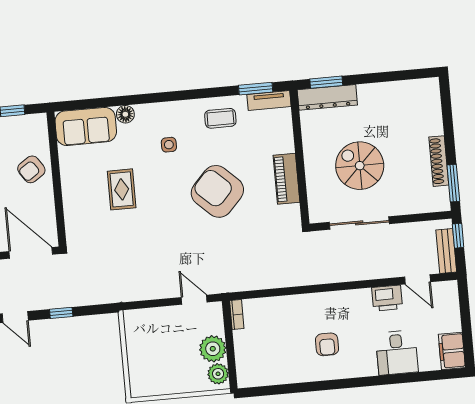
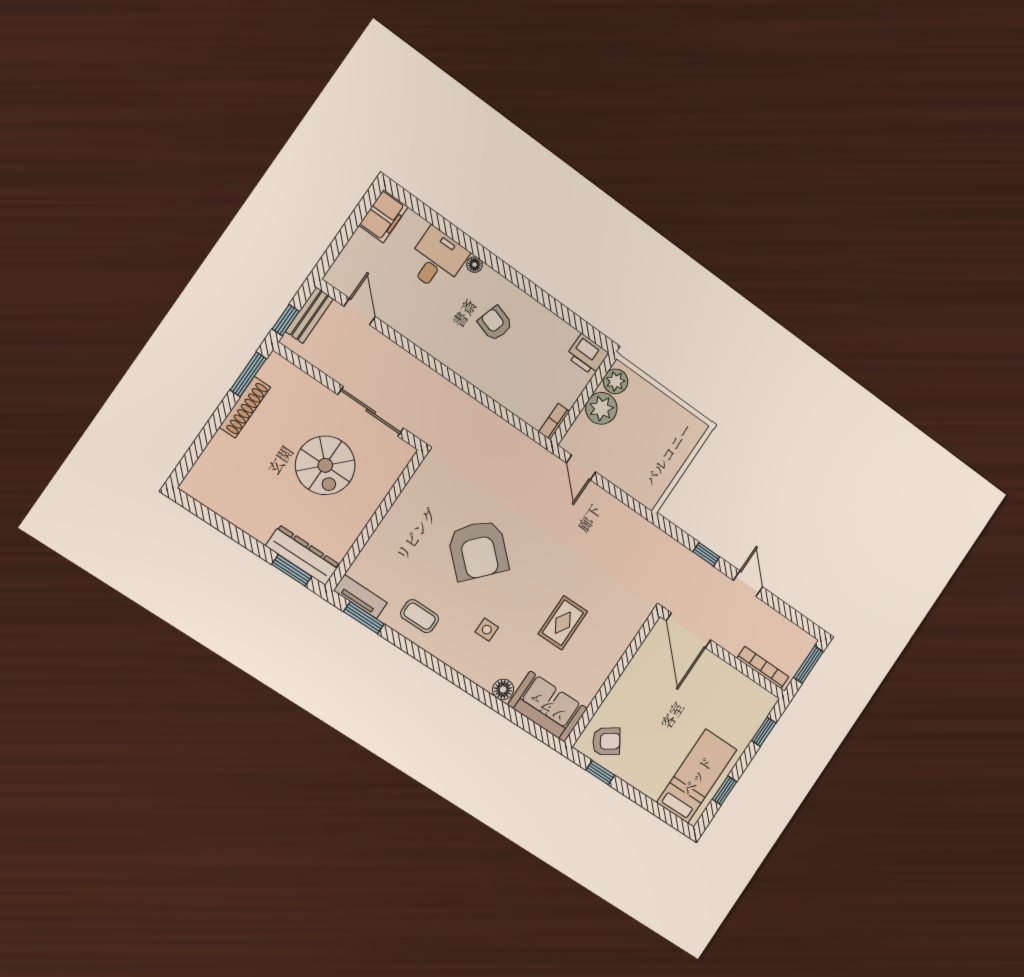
armchair: (31, 169) -> (606, 741), moved
piano: (286, 179) -> (405, 510), removed
printer: (387, 298) -> (587, 355), moved, turned 180
armchair: (327, 344) -> (495, 323), turned -73
floor lamp: (371, 370) -> (475, 265), added

